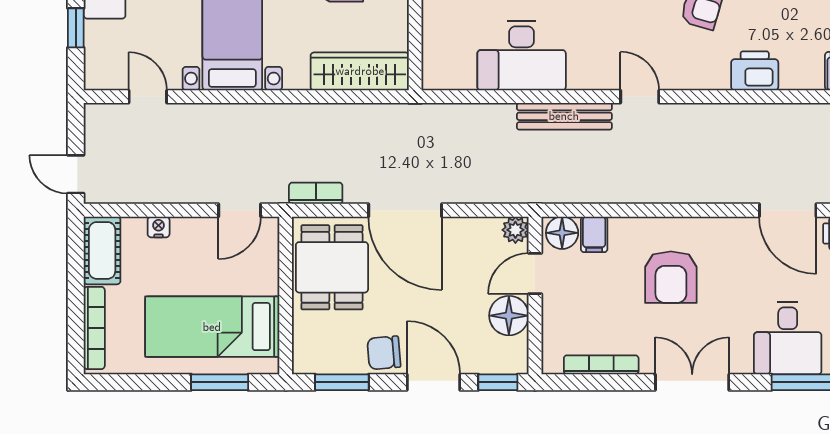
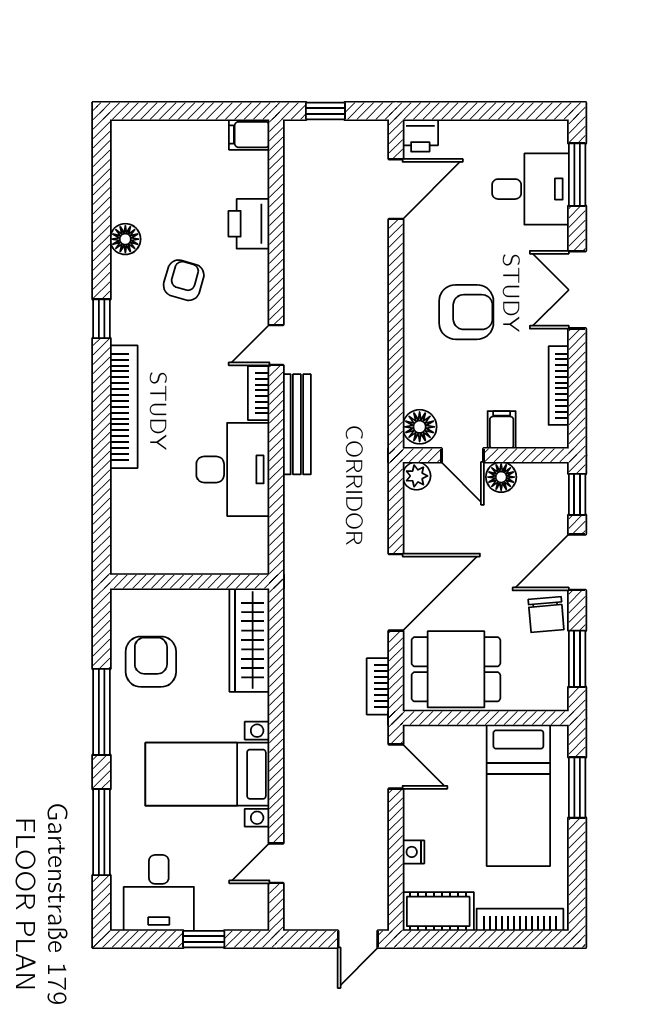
bookcase: (594, 80) -> (259, 393), added
filing cabinet: (594, 234) -> (502, 430), moved, turned -90
floor lamp: (509, 316) -> (501, 477), width x0.73, depth x0.73

